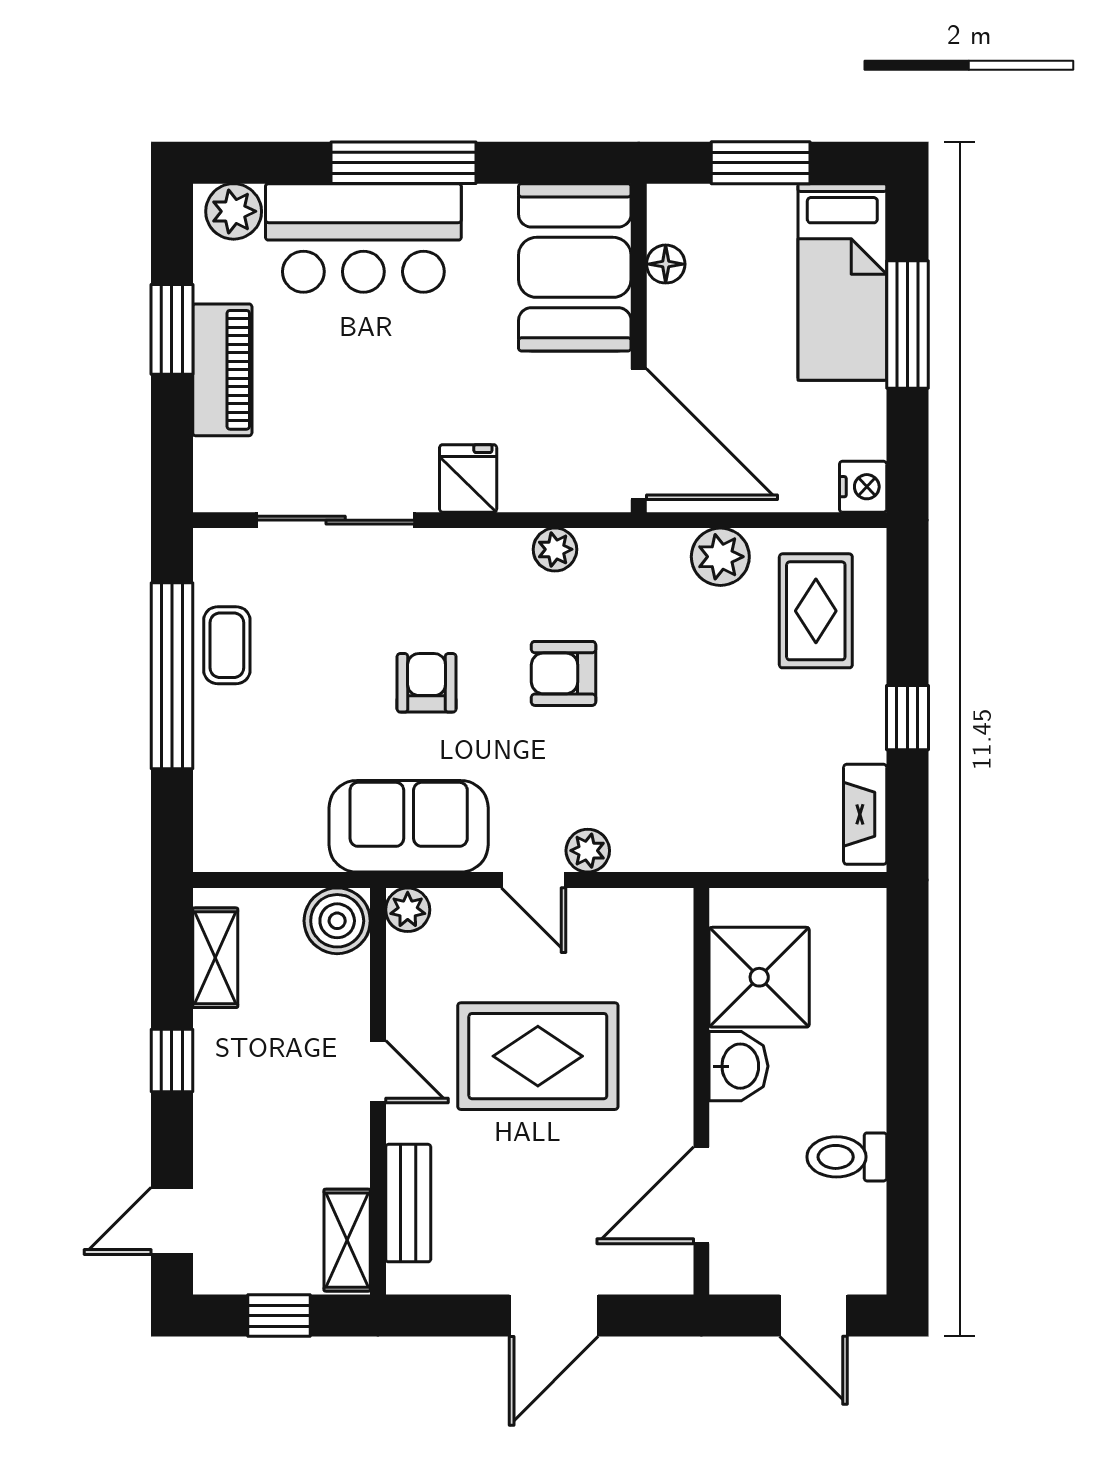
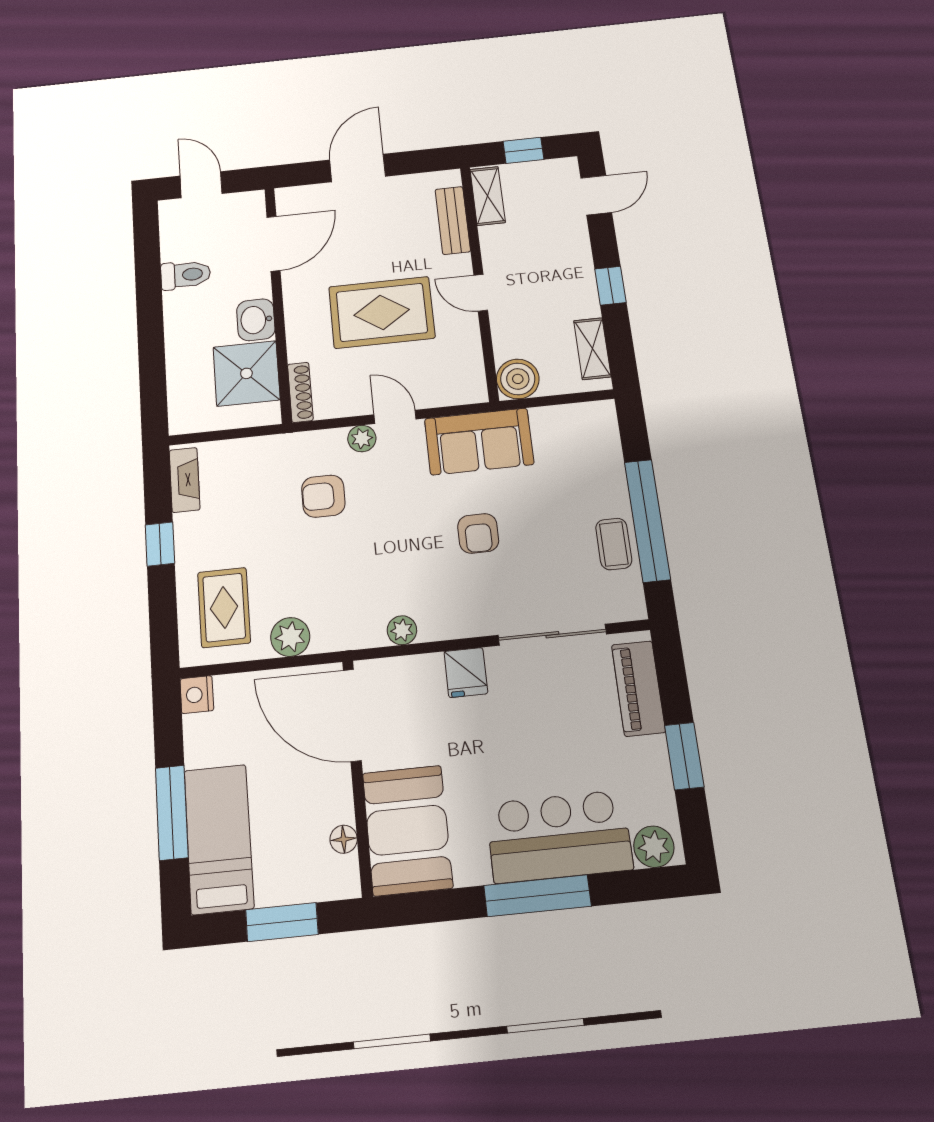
piano: (222, 370) -> (638, 688), moved
armchair: (564, 673) -> (323, 496), moved, turned 180
plant: (408, 910) -> (474, 390), removed
shoe rack: (677, 936) -> (300, 392), added

